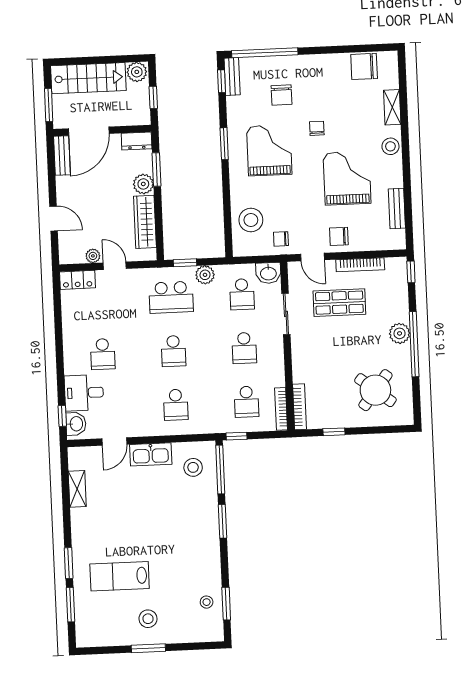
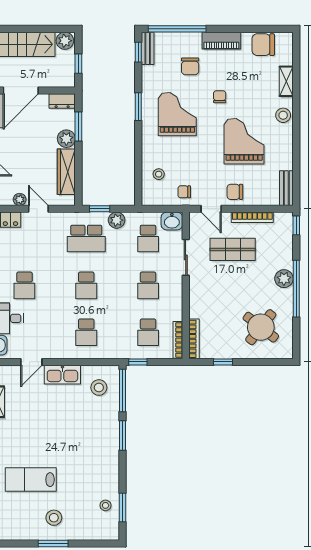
piano: (316, 64) -> (221, 41), added
bench: (397, 208) -> (286, 188), moved
stool: (251, 220) -> (159, 174), width x0.53, depth x0.53

